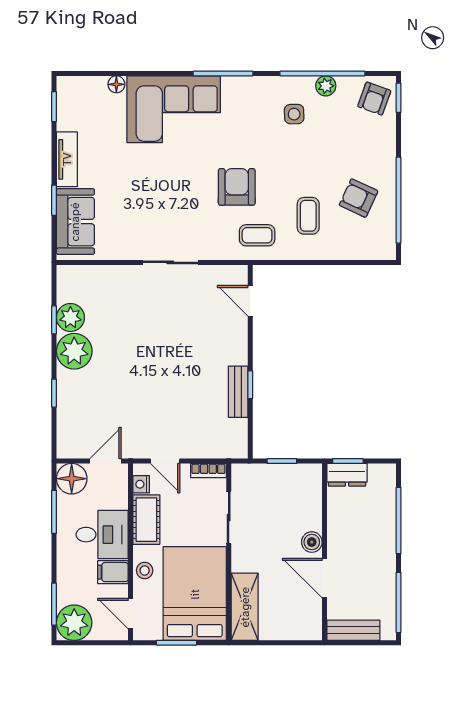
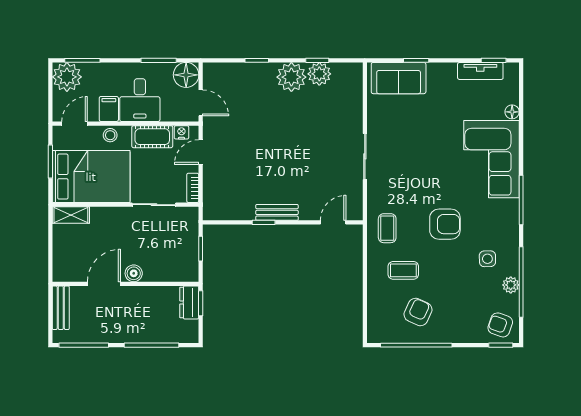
tv unit: (67, 159) -> (480, 71), moved
armchair: (237, 187) -> (445, 224), moved
bench: (238, 392) -> (277, 212), moved
shelving: (245, 607) -> (71, 215), width x0.67, depth x0.75

